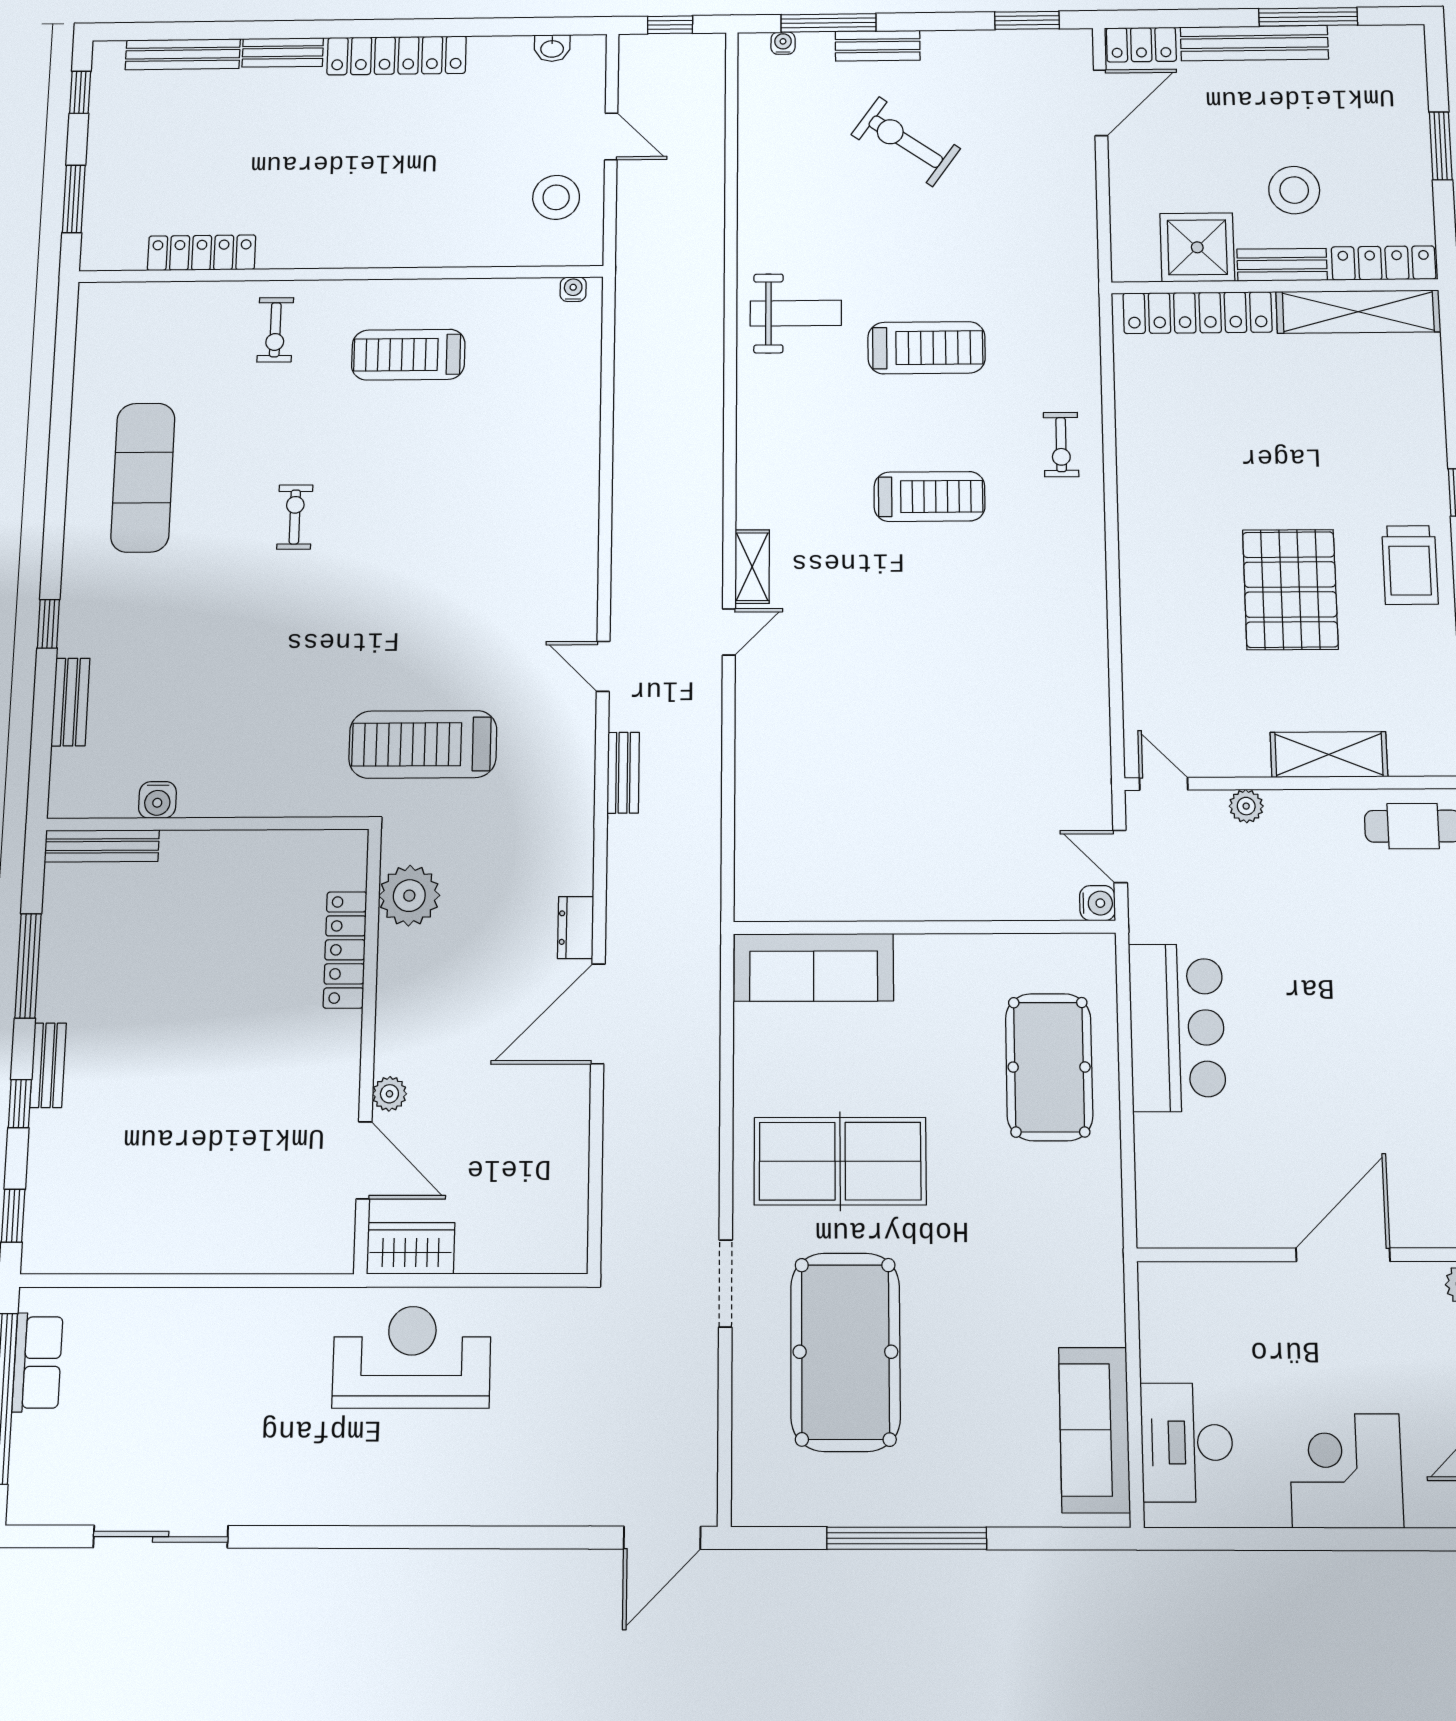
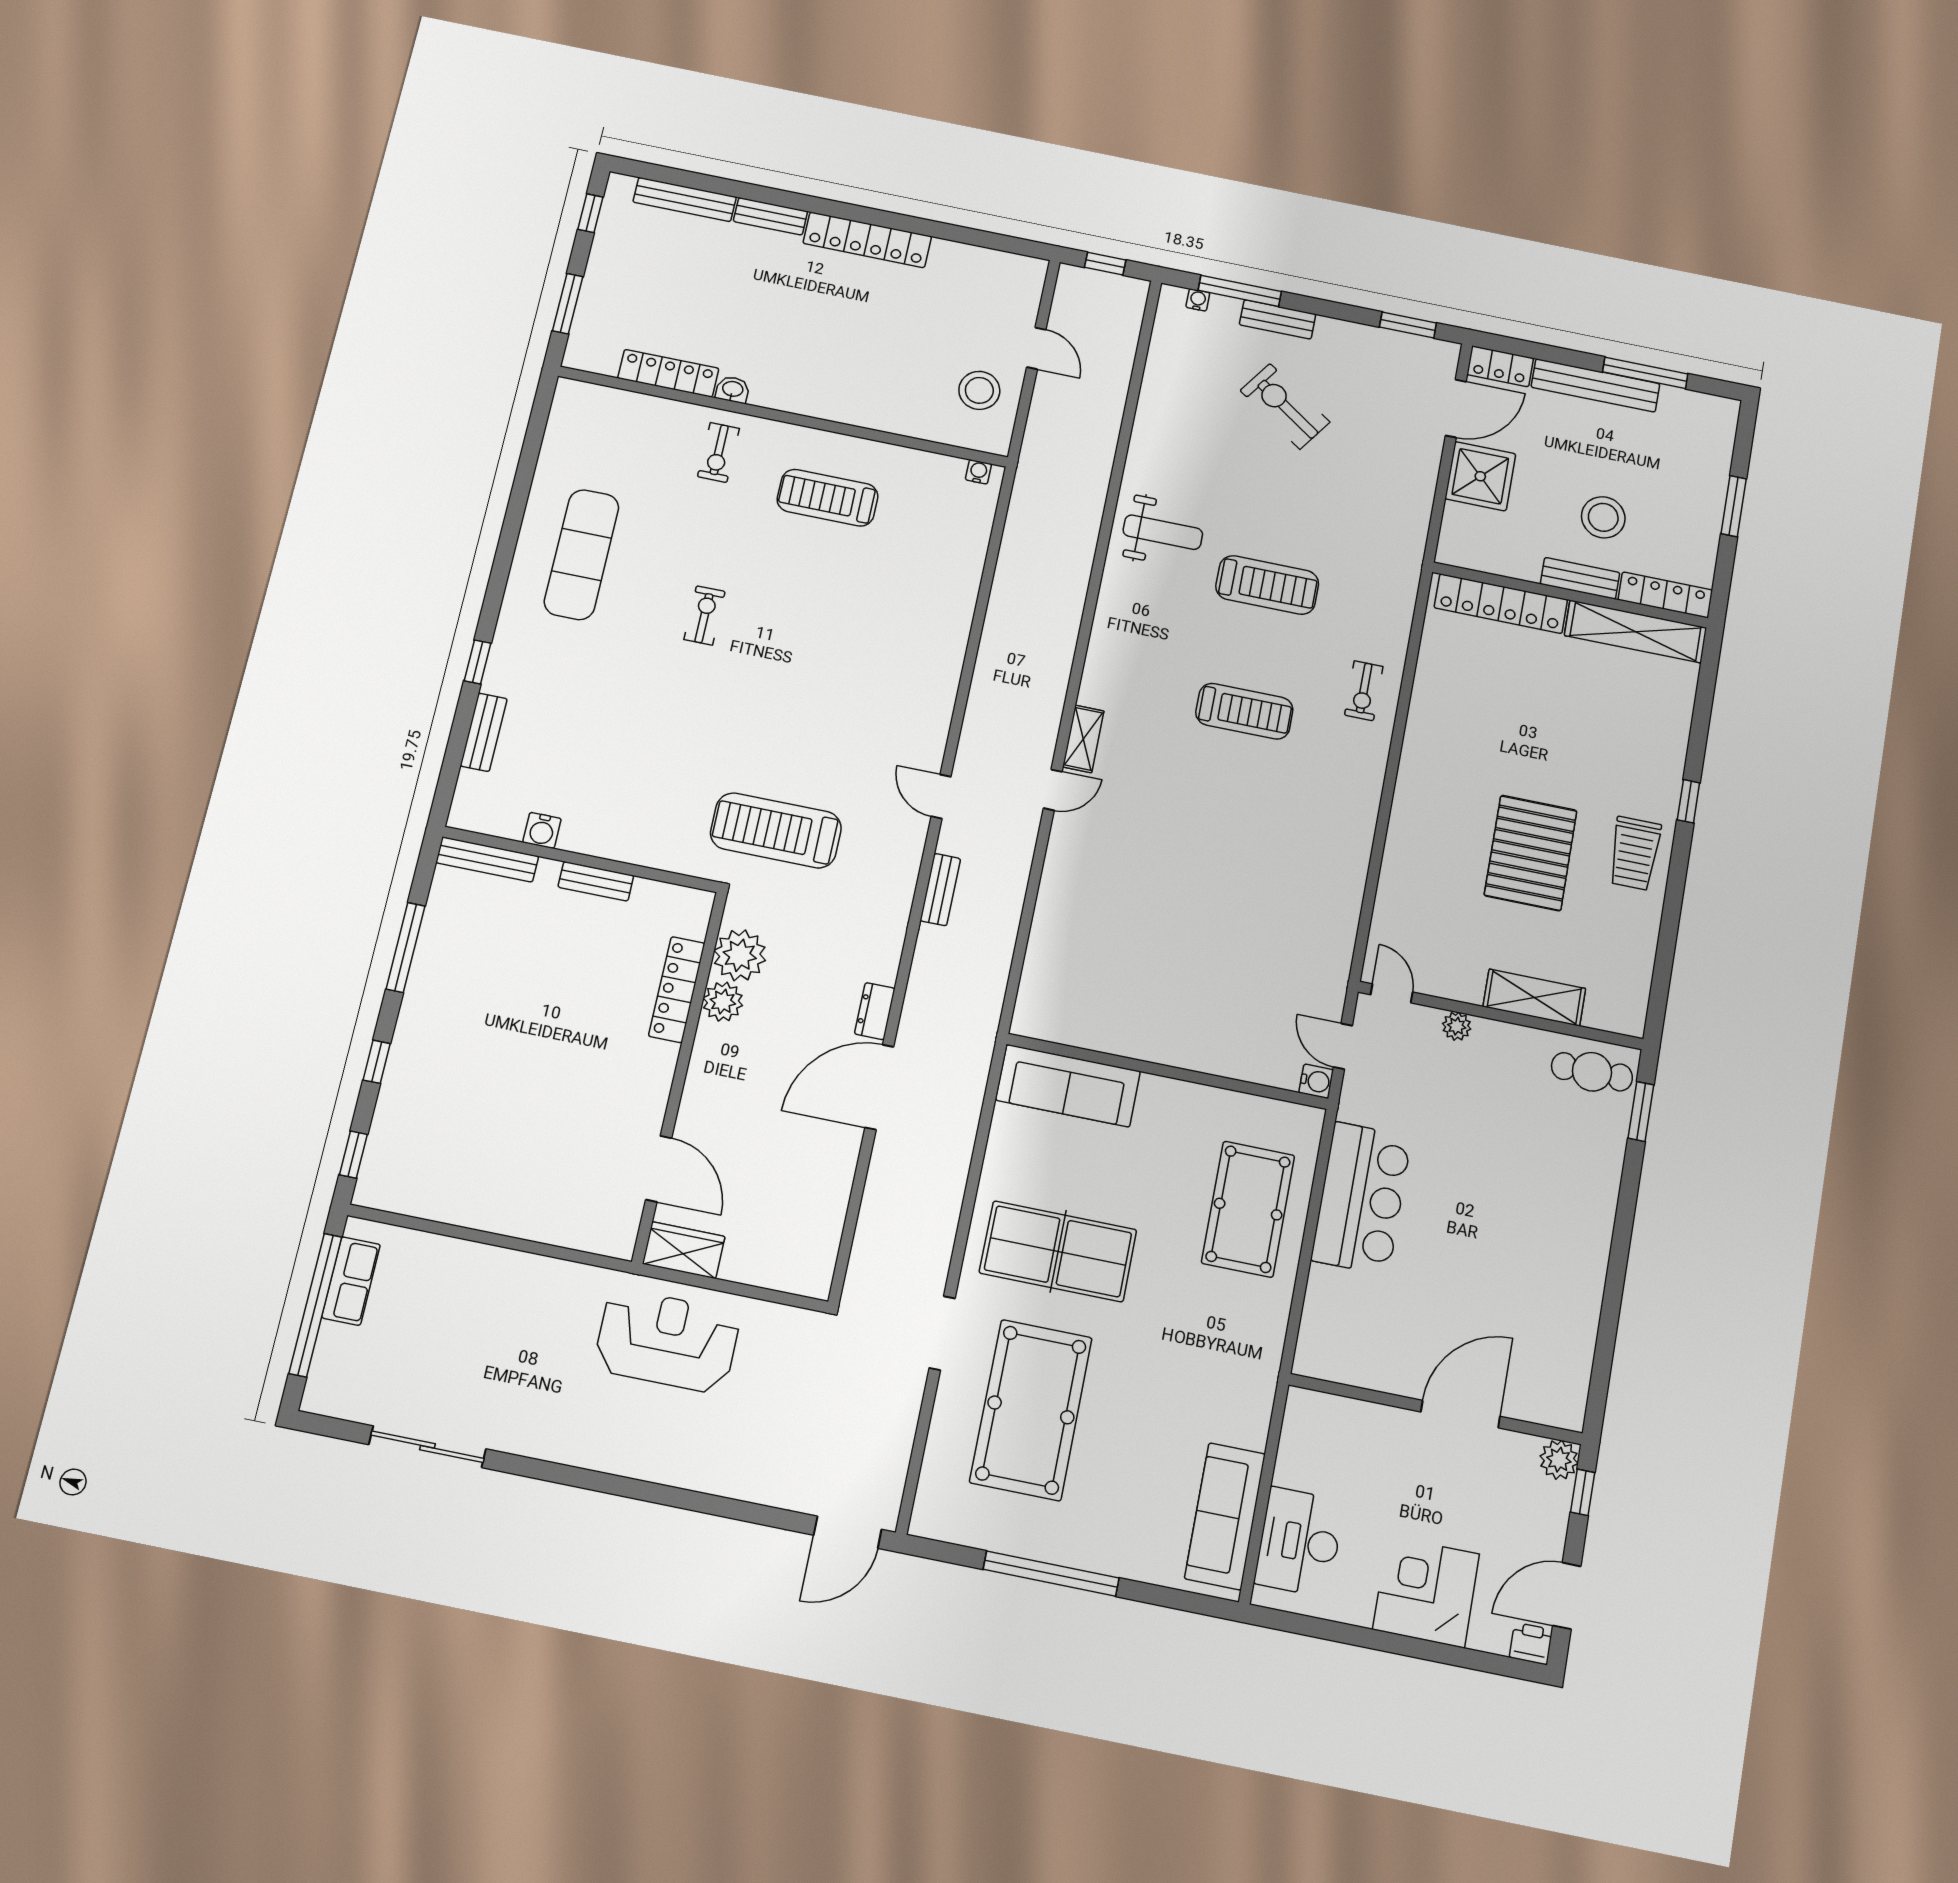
washbasin: (552, 48) -> (733, 390), moved, turned 180
shower: (1197, 247) -> (1480, 476), moved
bench: (48, 1065) -> (596, 881), moved, turned 90
plant: (389, 1094) -> (723, 1002), moved, width x1.38, depth x1.38

